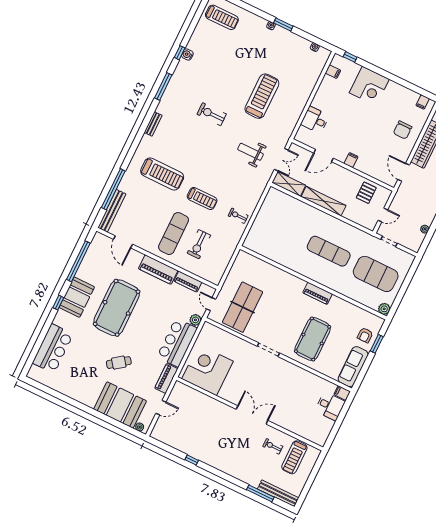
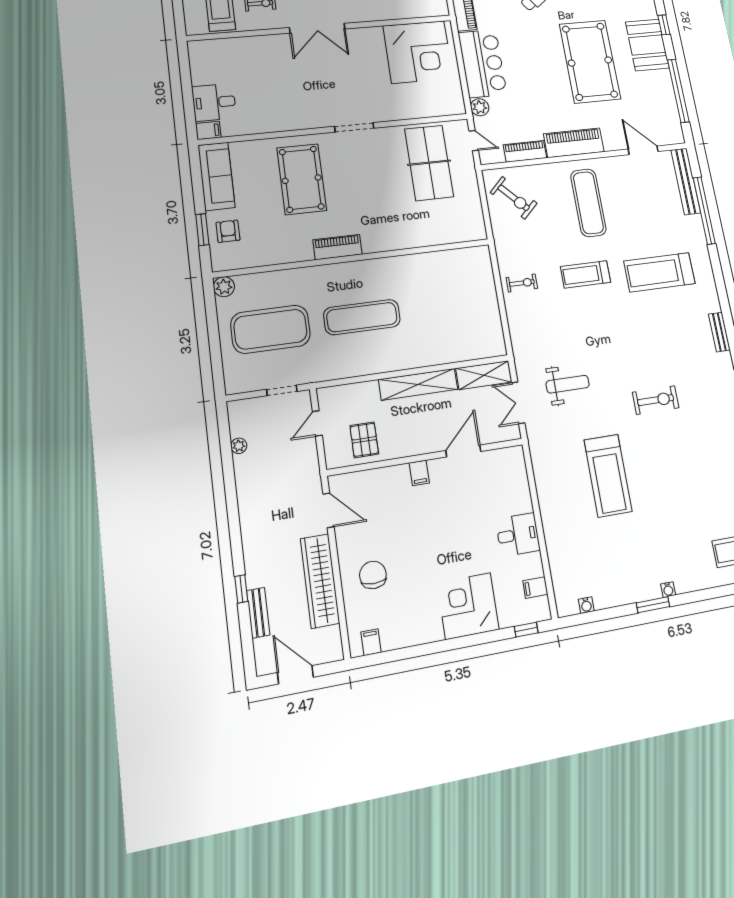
desk: (315, 120) -> (518, 535), moved
exercise bike: (199, 244) -> (514, 198), moved, turned 136

